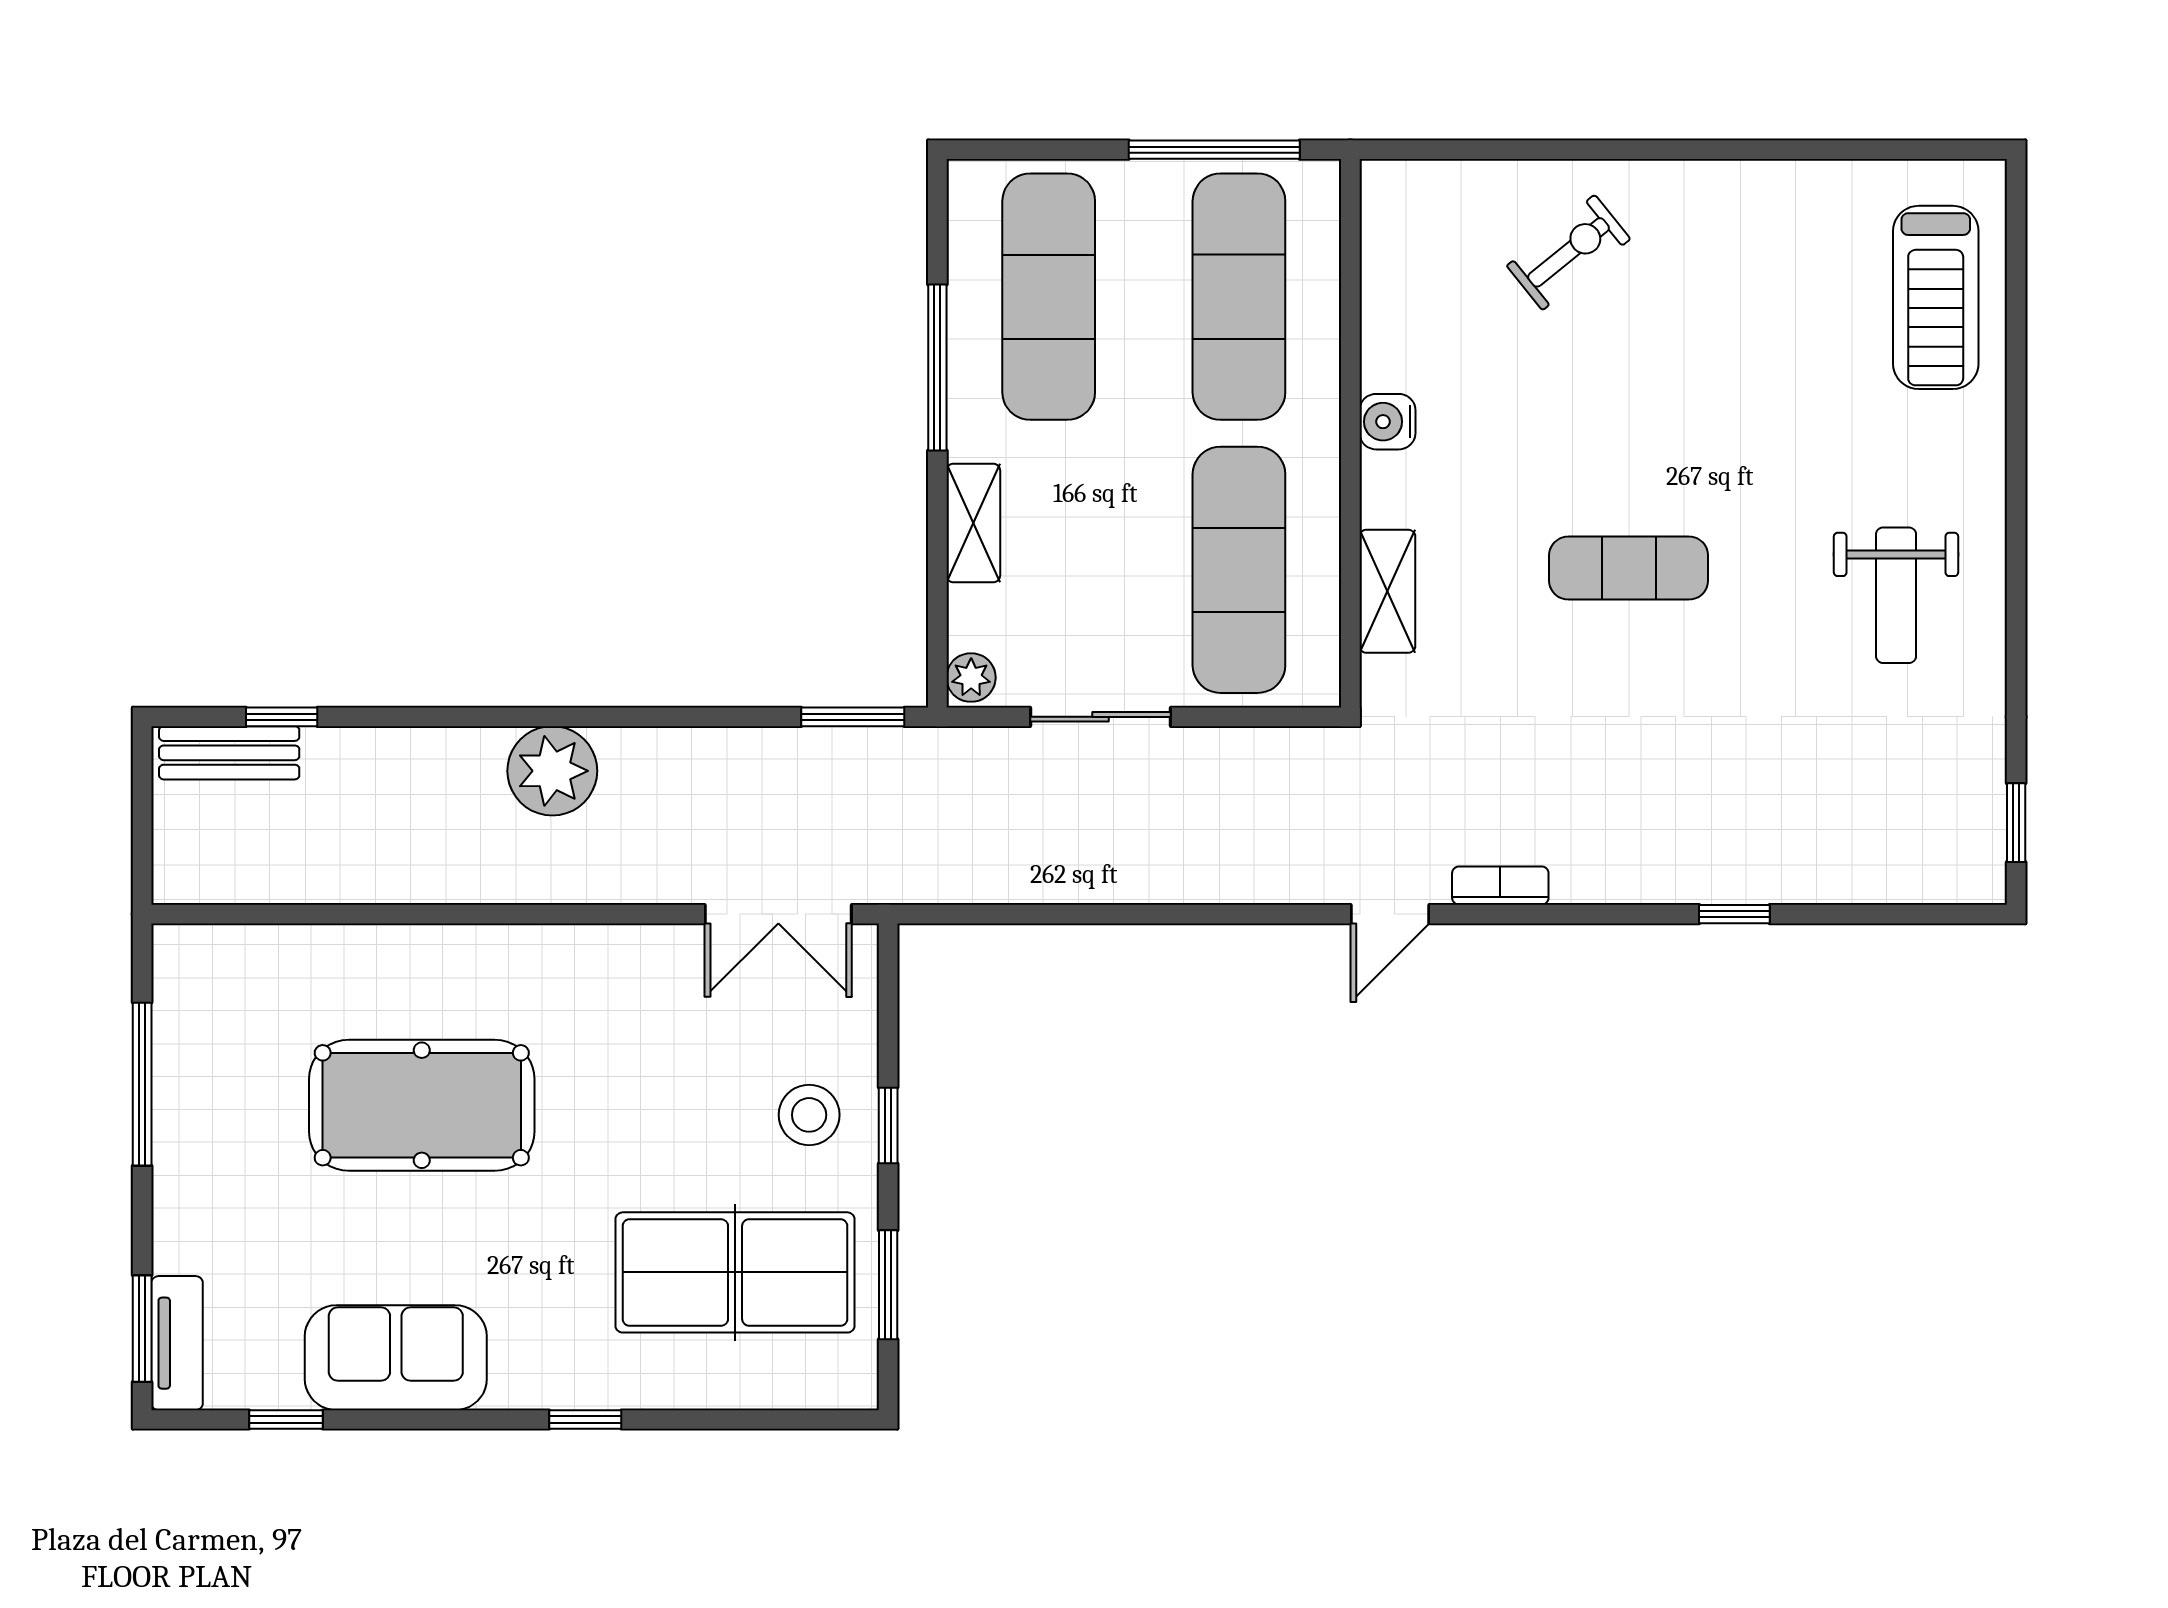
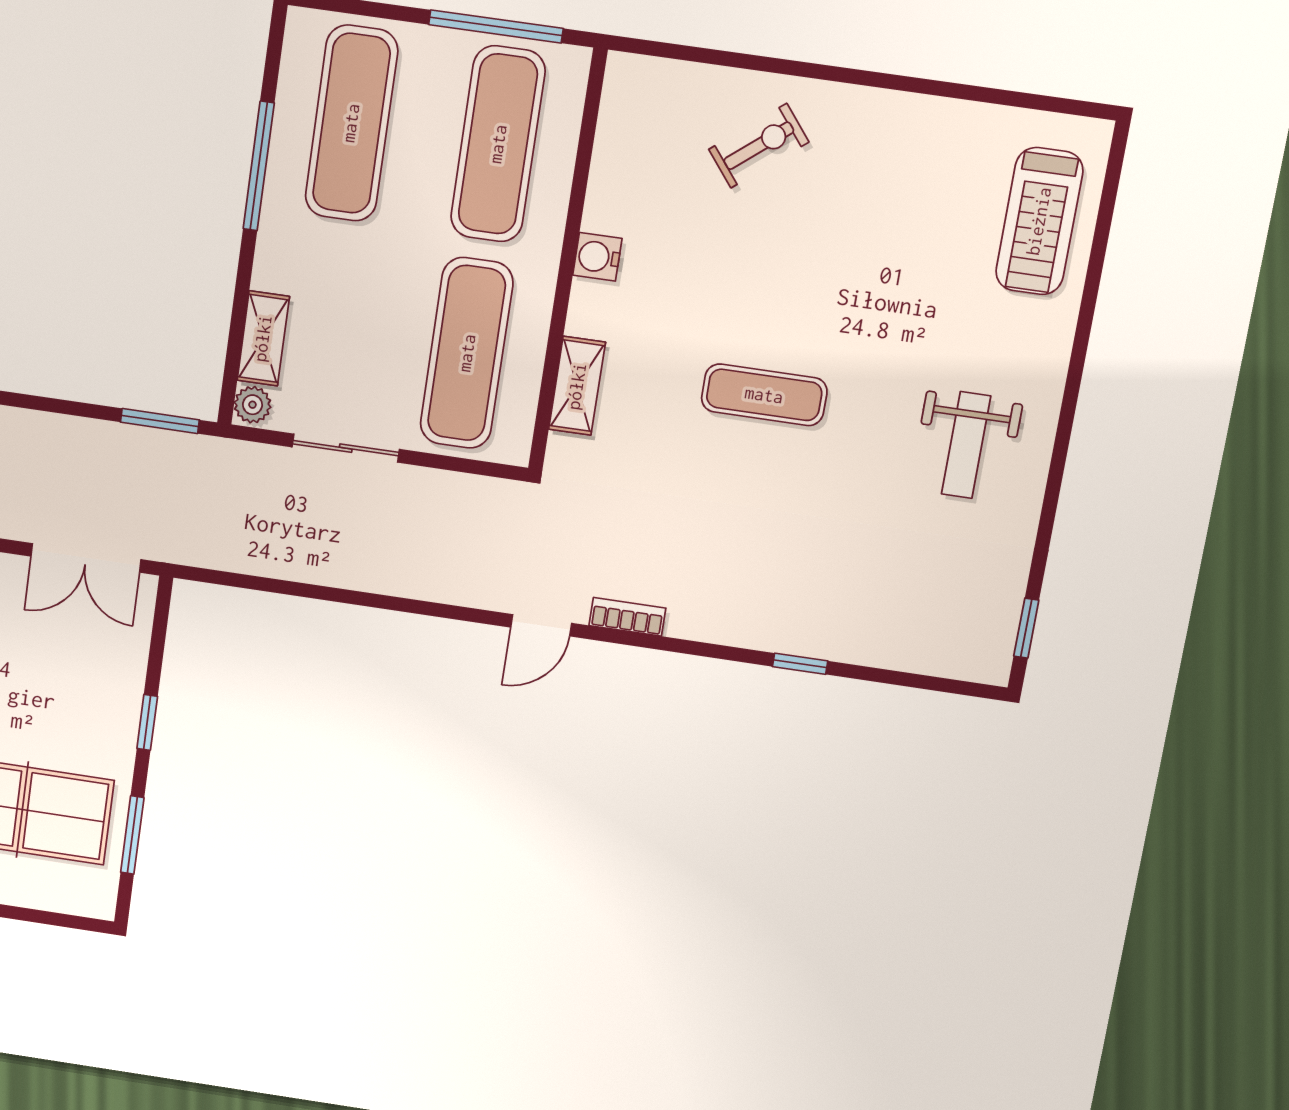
shelving: (973, 523) -> (263, 338), moved
stool: (809, 1115) -> (90, 706), removed

